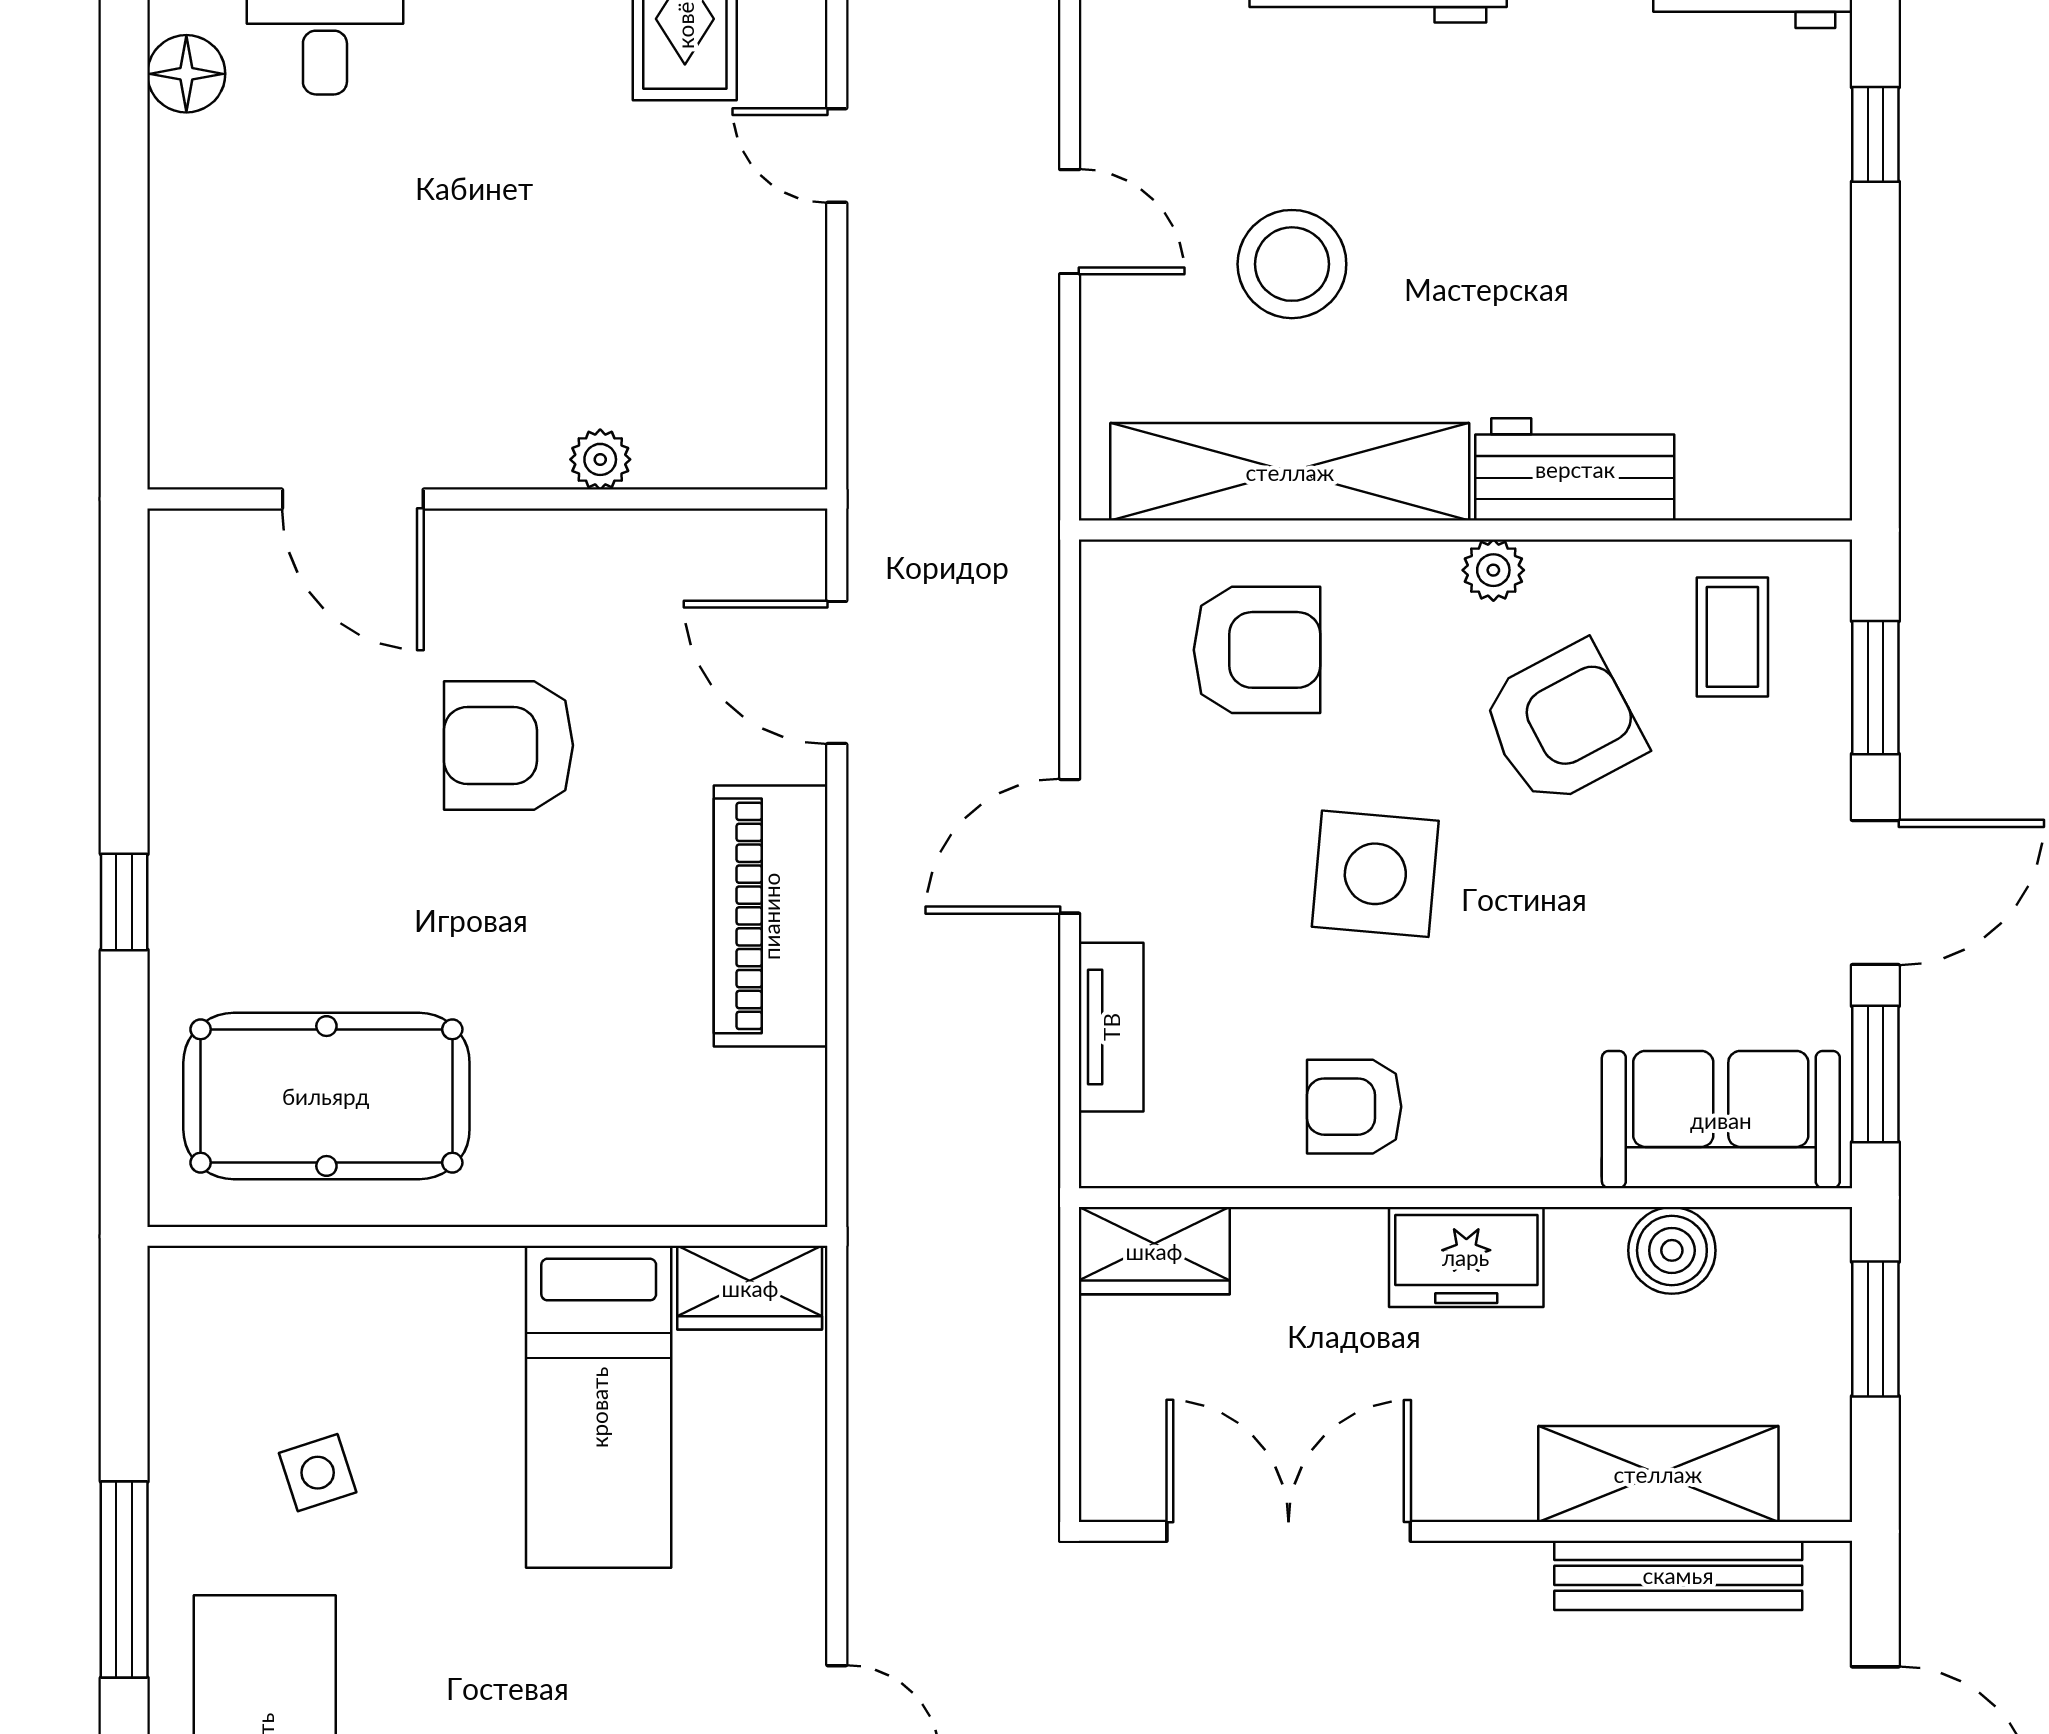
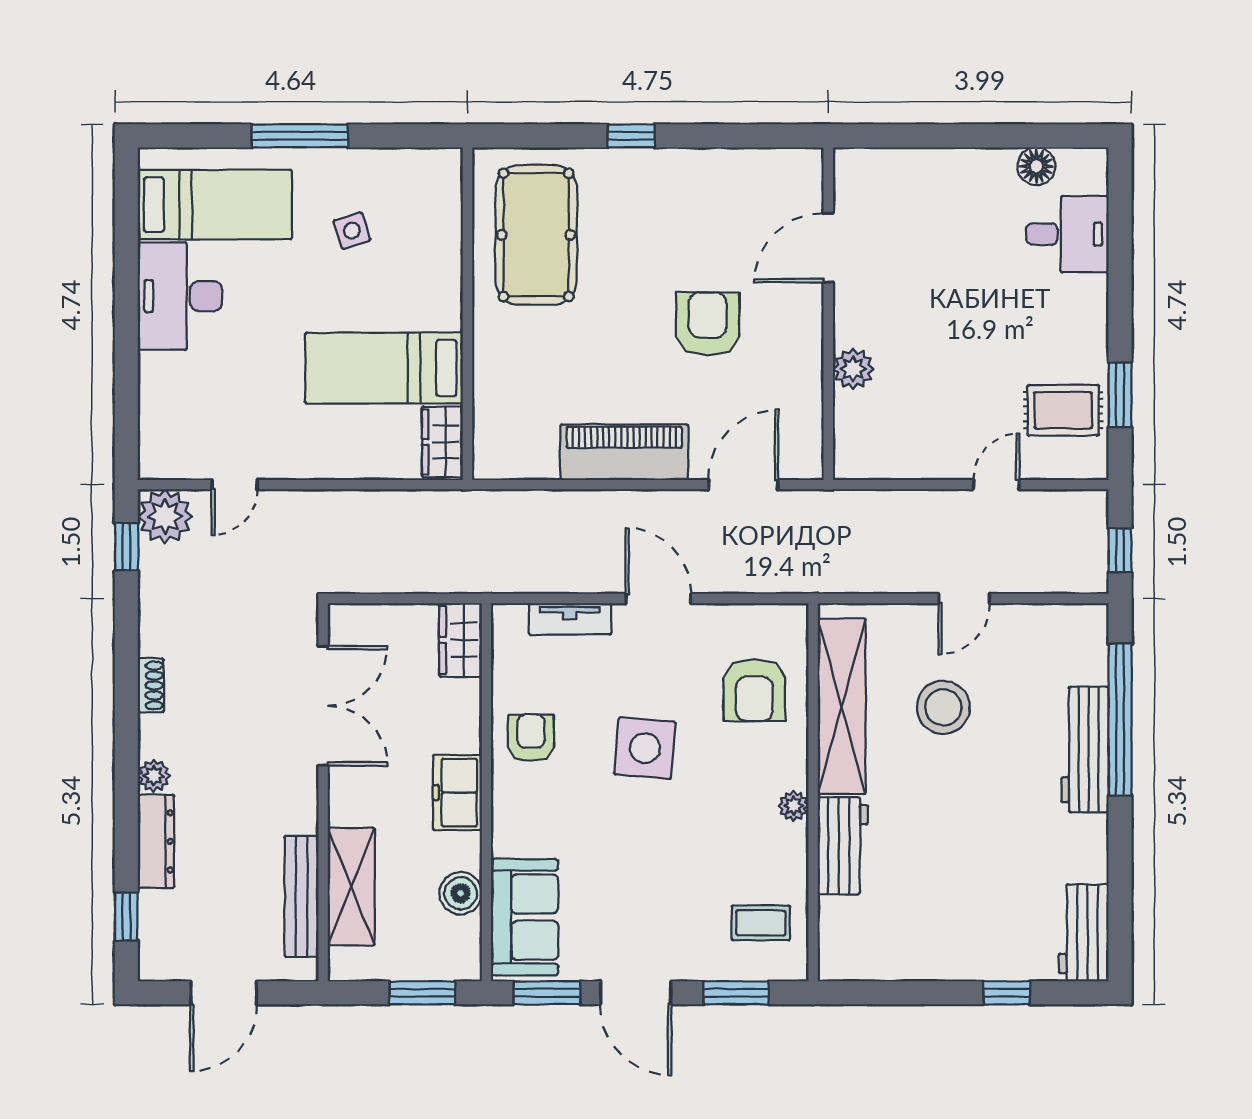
plant: (600, 459) -> (853, 369), width x1.38, depth x1.38
armchair: (1563, 724) -> (718, 840), removed

